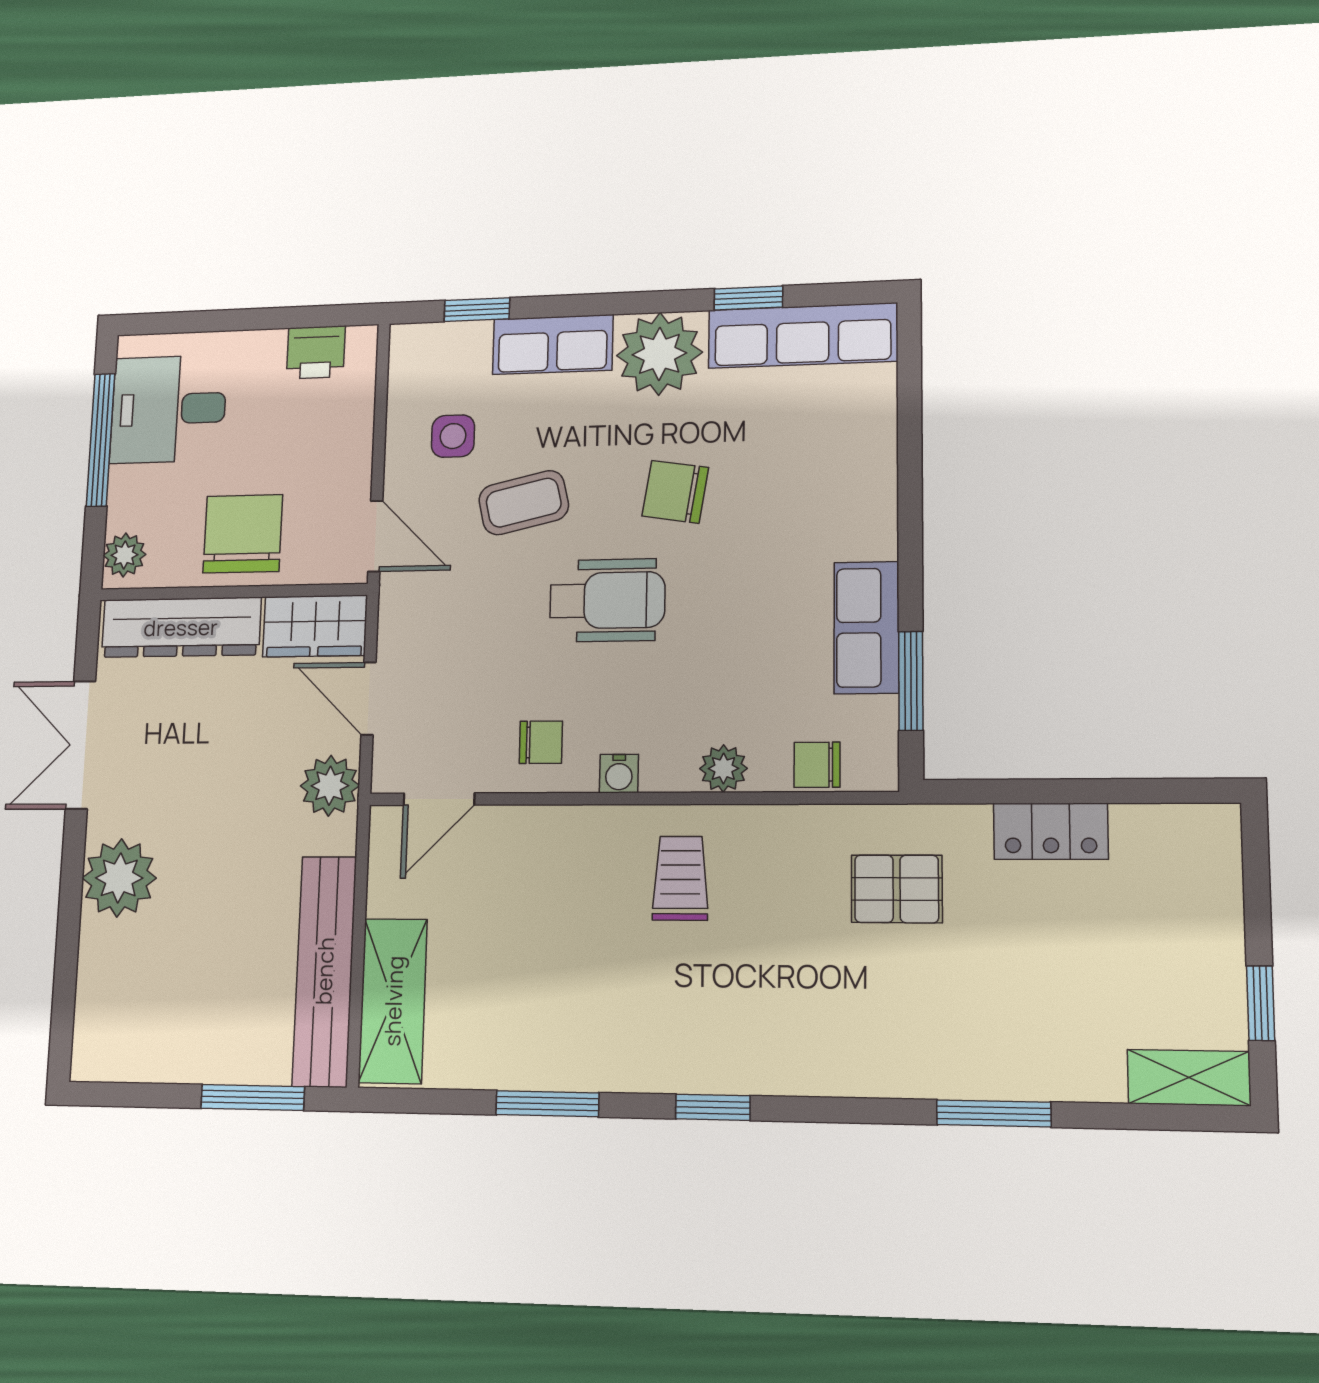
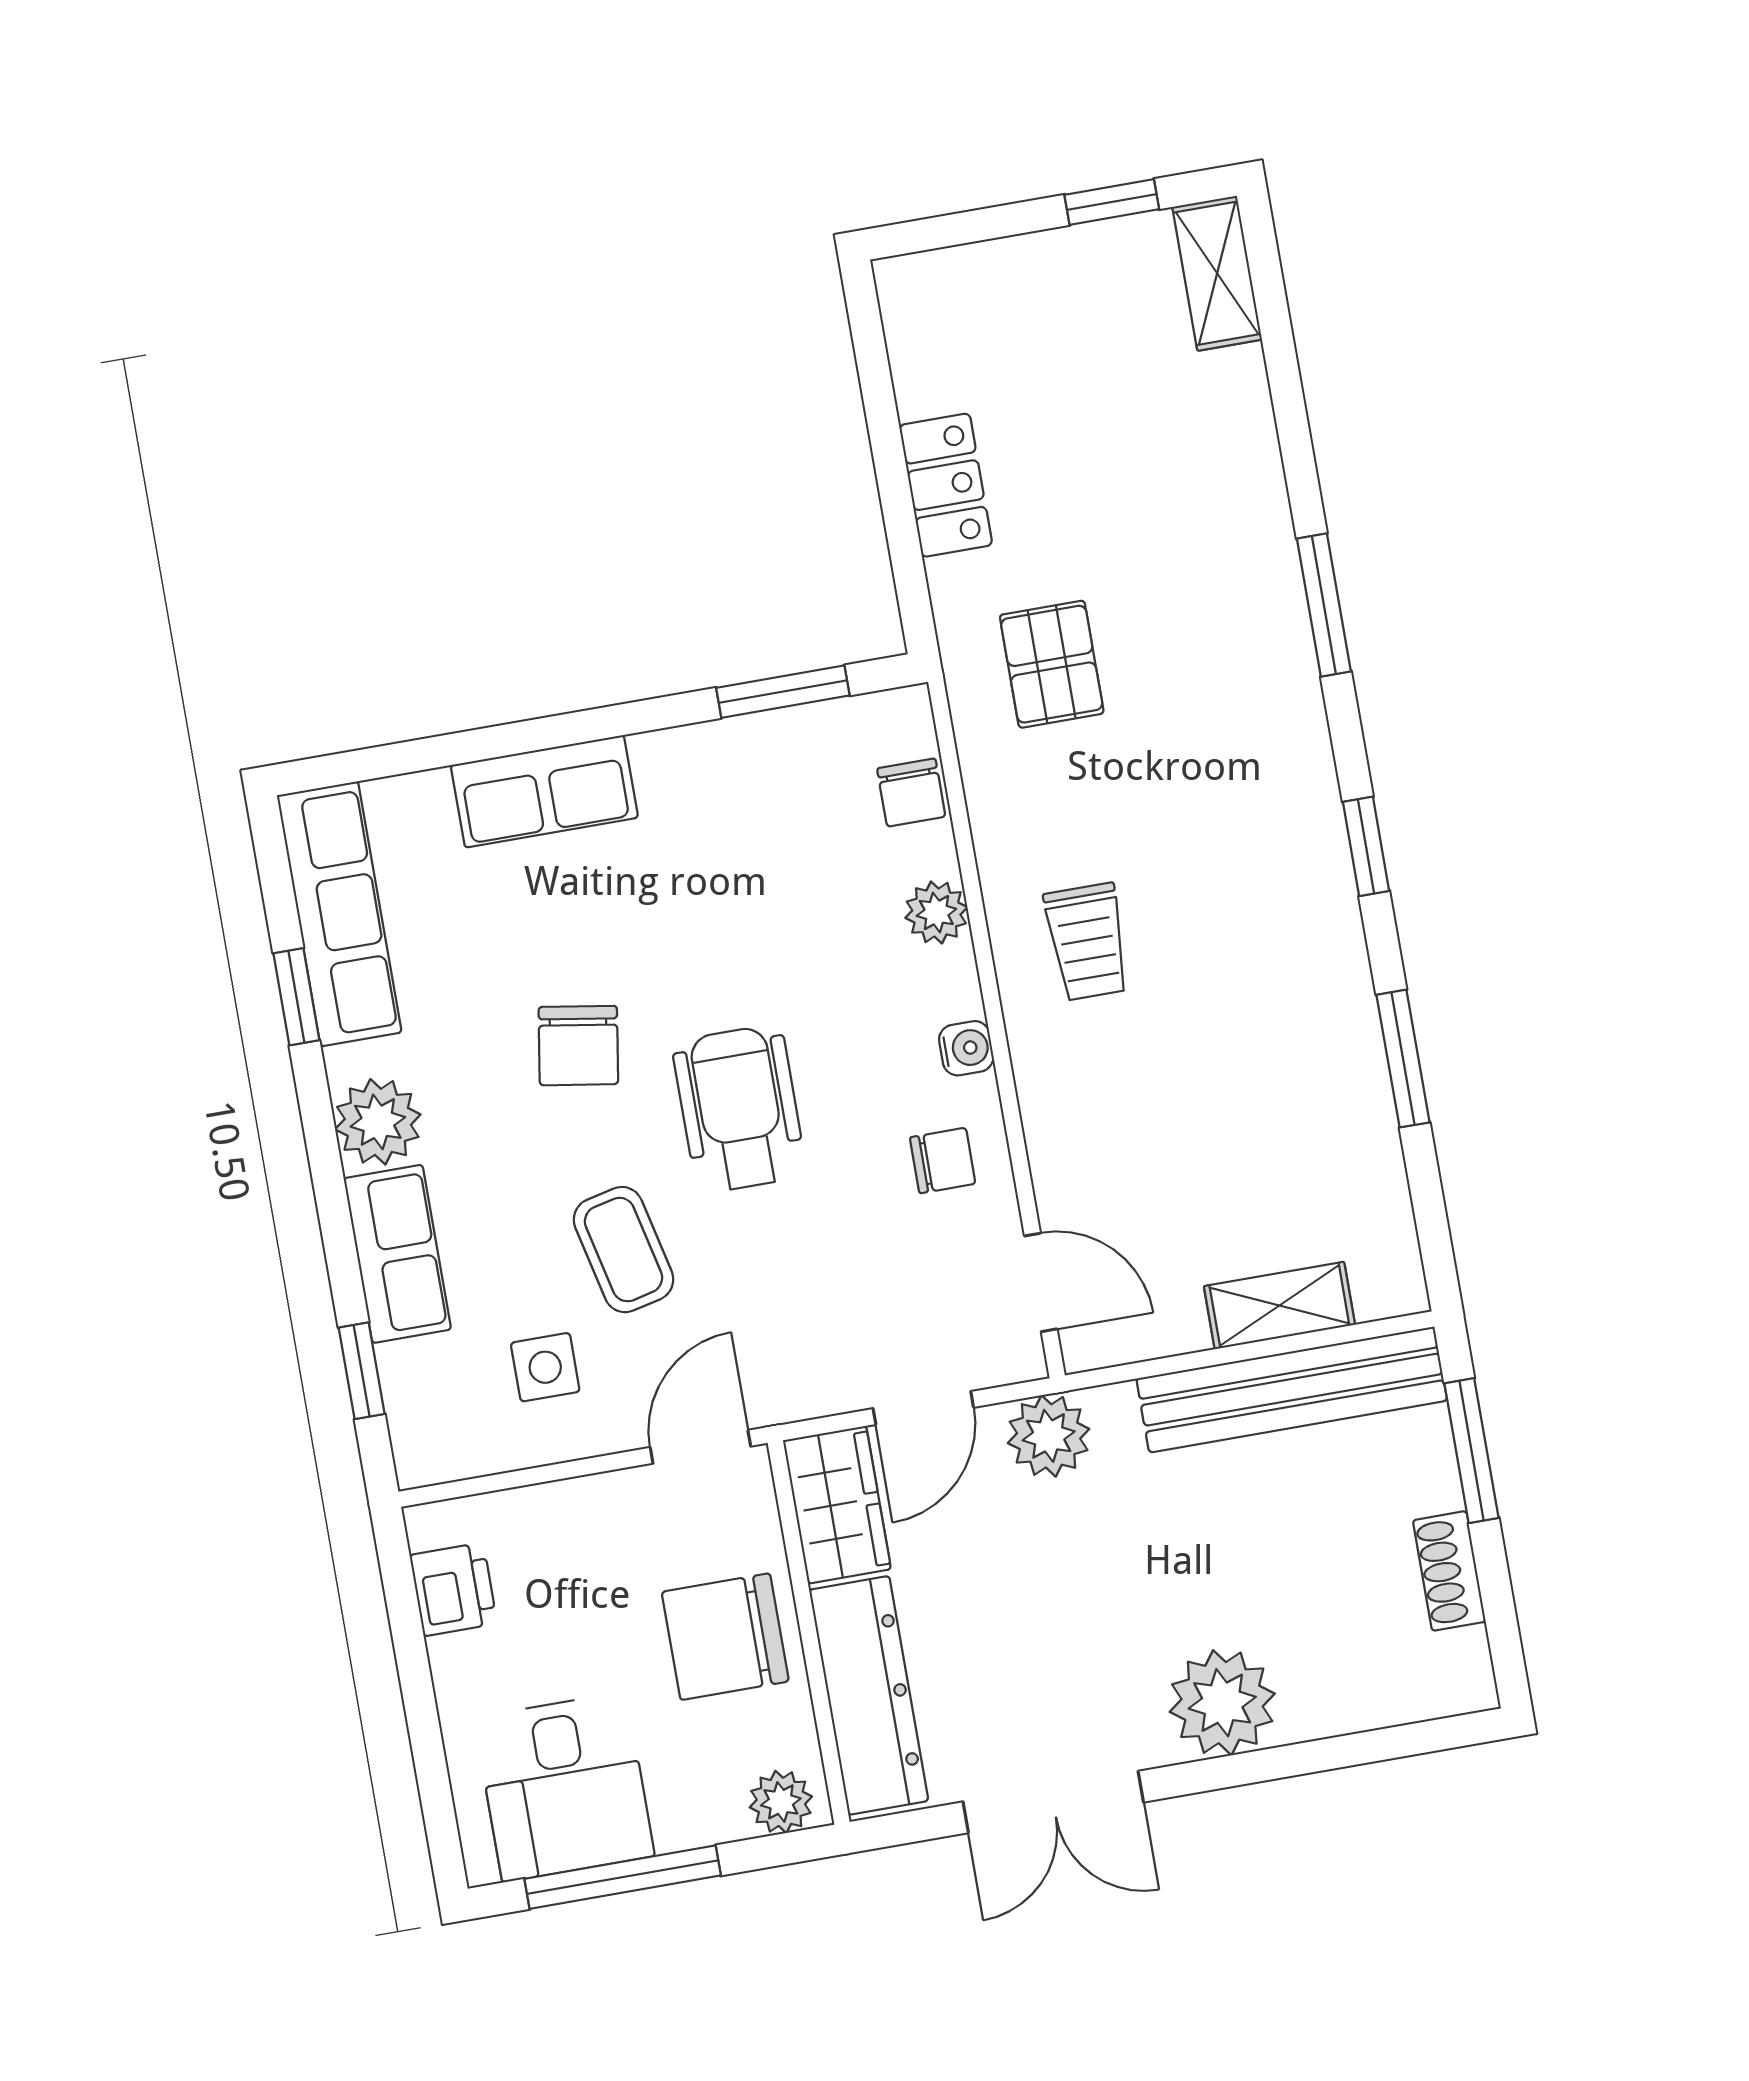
plant: (659, 354) -> (378, 1122), width x0.73, depth x0.73
row of seats: (866, 628) -> (544, 791), moved
chair: (541, 742) -> (943, 1161), turned 90
trolley: (680, 878) -> (1087, 942), turned -90
shelving: (393, 1001) -> (1279, 1306), width x0.67, depth x0.75
shoe rack: (172, 1063) -> (1449, 1571), added
window: (994, 1113) -> (1324, 605), moved

